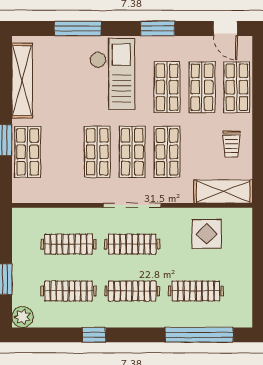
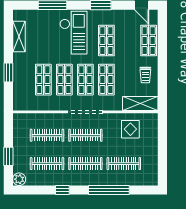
shelving: (22, 80) -> (19, 36), width x0.68
shop shelf: (202, 87) -> (127, 41), removed
shop shelf: (28, 152) -> (43, 80), moved
window: (199, 335) -> (109, 190), moved

